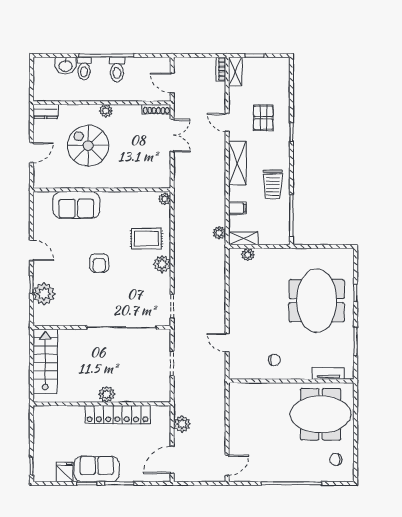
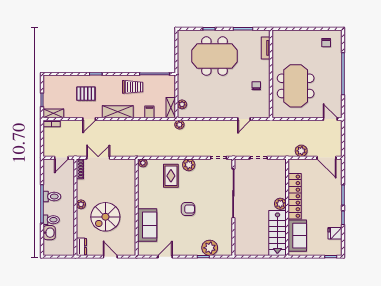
plant: (219, 233) -> (179, 125), moved
door: (32, 250) -> (165, 257), moved
stairs: (45, 361) -> (277, 233), moved, turned -90
meeting table: (321, 414) -> (296, 86), moved
sofa: (97, 469) -> (297, 236), moved, turned 180

